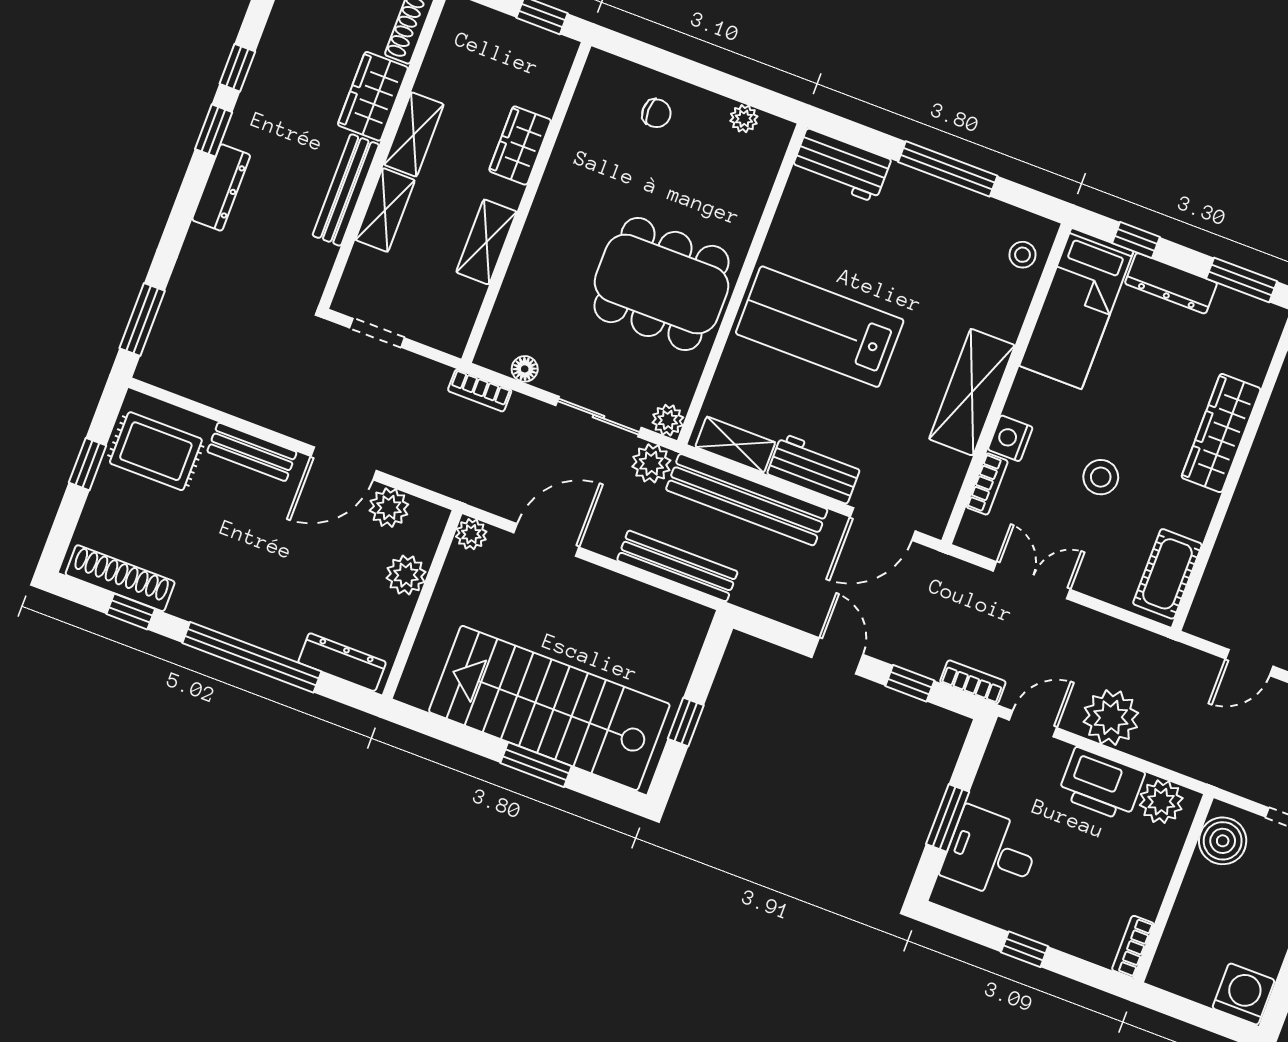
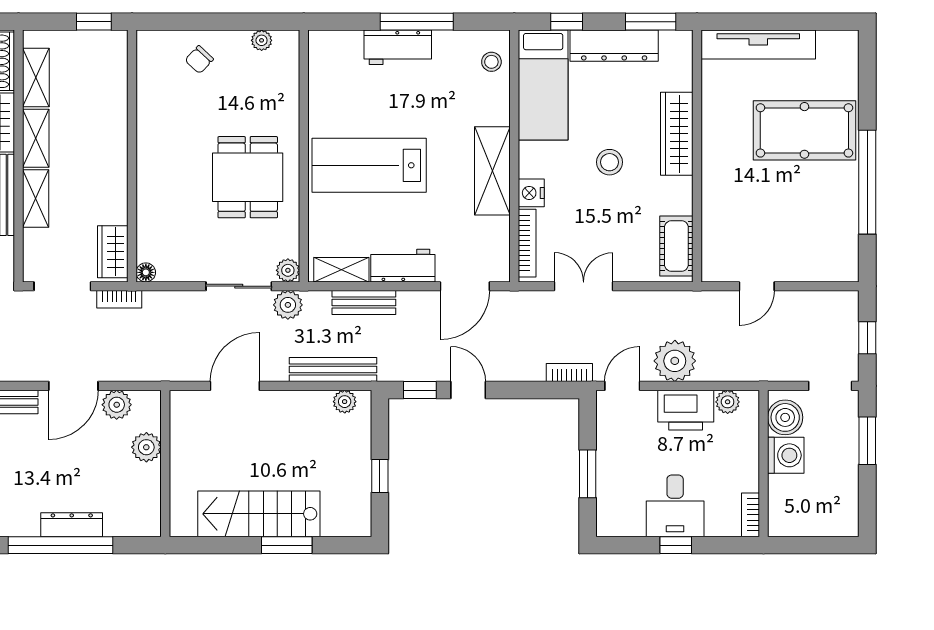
chair: (656, 113) -> (199, 60), turned 133
wardrobe: (520, 146) -> (113, 252), moved
workbench: (841, 165) -> (398, 47), moved
shelving: (486, 242) -> (36, 78), moved
dresser: (1171, 283) -> (614, 46), width x1.37, depth x1.24
dining table: (662, 284) -> (248, 177), width x0.73
doorway: (377, 333) -> (62, 286), width x1.38
floor lamp: (525, 369) -> (146, 272), moved
bookcase: (480, 390) -> (119, 299), moved
stool: (1101, 477) -> (610, 162), moved
bookcase: (987, 484) -> (527, 243), width x1.56
bench: (747, 500) -> (364, 302), width x0.54, depth x0.82
plant: (471, 534) -> (345, 402), moved
dresser: (342, 662) -> (72, 525), moved
window: (910, 683) -> (420, 390), moved
stairs: (549, 708) -> (259, 514), width x0.73, depth x0.66
plant: (1161, 802) -> (728, 402), width x0.73, depth x0.73
desk: (991, 853) -> (675, 506), moved, turned -90
washing machine: (1243, 994) -> (786, 455), moved, turned 90

